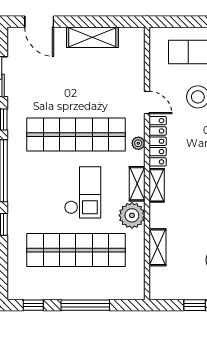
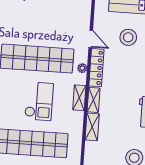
plant: (132, 215) -> (74, 121), removed
shelving: (157, 247) -> (92, 127), moved

